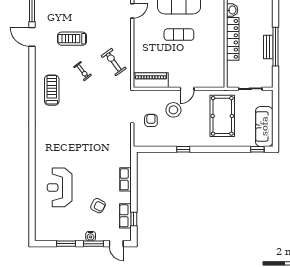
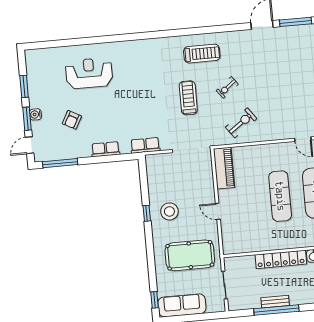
exercise mat: (179, 35) -> (280, 196), width x1.36, depth x1.45
treadmill: (72, 39) -> (188, 98), moved
stool: (173, 110) -> (169, 211), moved
armchair: (151, 120) -> (177, 173), removed
row of seats: (125, 216) -> (145, 145), moved
window: (134, 219) -> (60, 163), width x2.17

